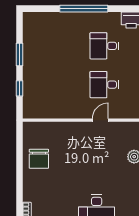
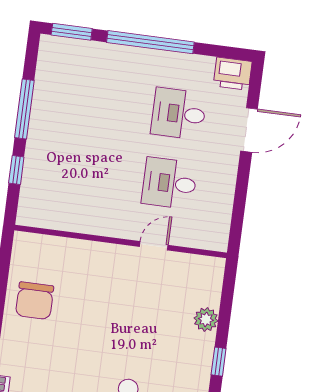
window: (40, 9) -> (72, 32), added
window: (19, 54) -> (24, 109), width x1.44

